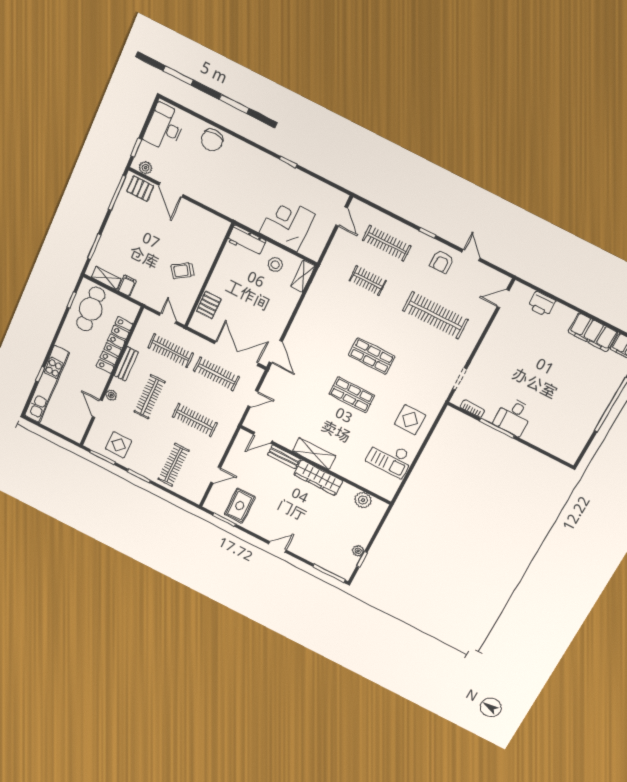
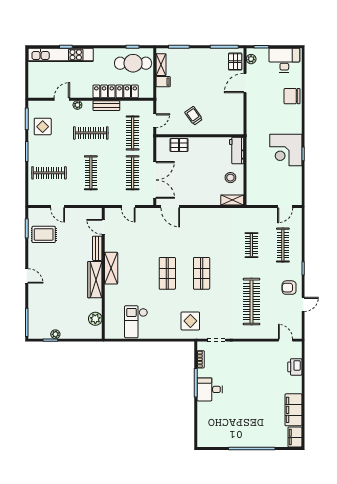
corner desk: (287, 223) -> (286, 150), moved, turned 180
door: (276, 352) -> (170, 207), hinge flipped
display table: (410, 420) -> (190, 321), moved

